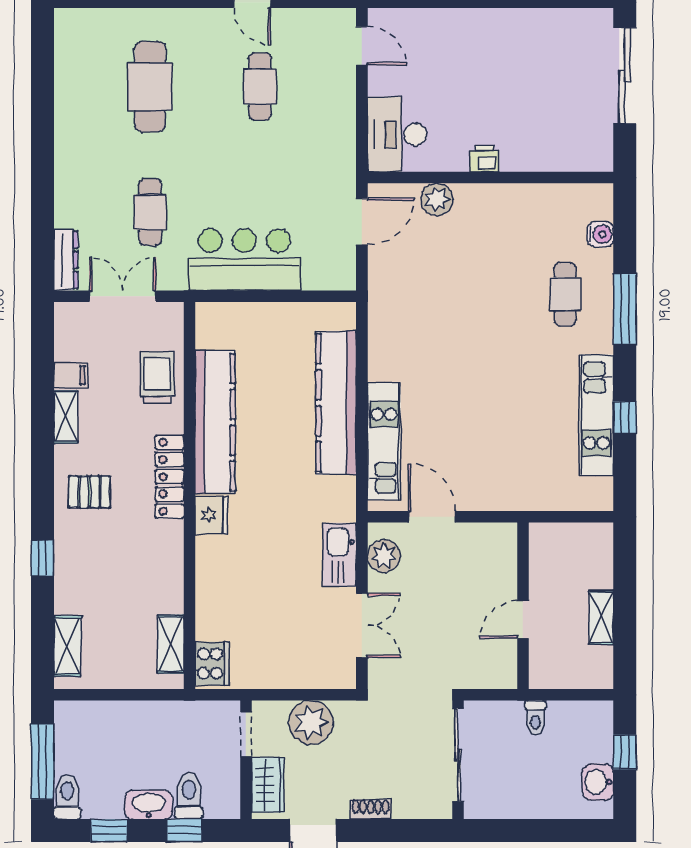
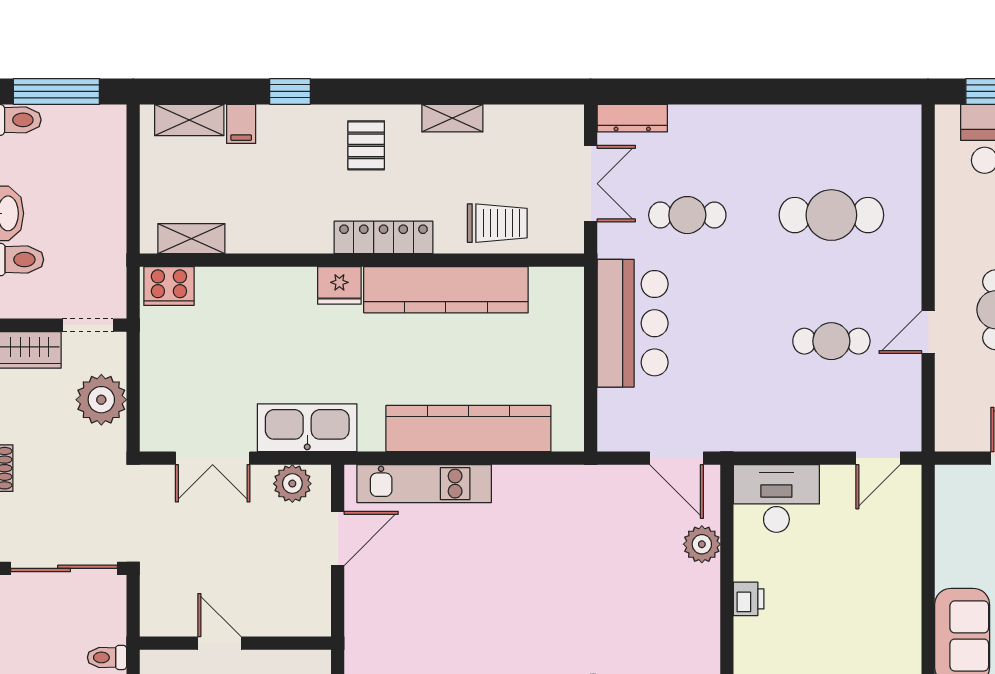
filing cabinet: (71, 375) -> (241, 124), moved
kitchen sink: (339, 555) -> (307, 428), width x1.36, depth x1.24

